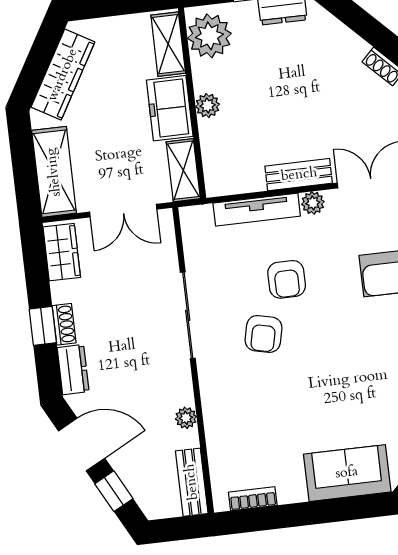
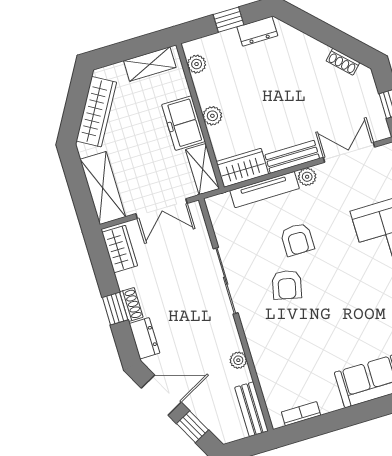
plant: (209, 36) -> (197, 64), width x0.53, depth x0.53
shelving: (168, 44) -> (150, 64), moved, turned 90
wardrobe: (234, 177) -> (242, 168), added

